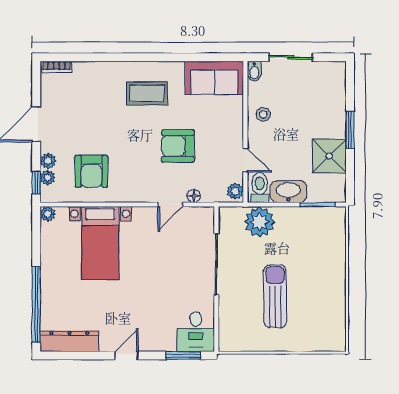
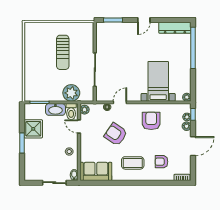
armchair: (94, 96) -> (161, 162), added
armchair: (178, 146) -> (116, 134), turned -146
armchair: (91, 171) -> (151, 121), moved
desk: (196, 332) -> (106, 33), removed

